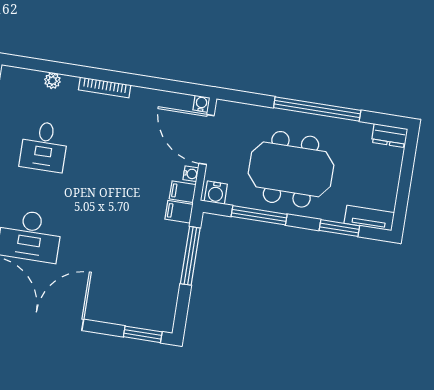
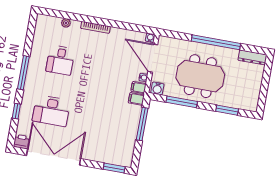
dresser: (390, 136) -> (252, 57), width x1.44
tv unit: (369, 218) -> (244, 105), removed

